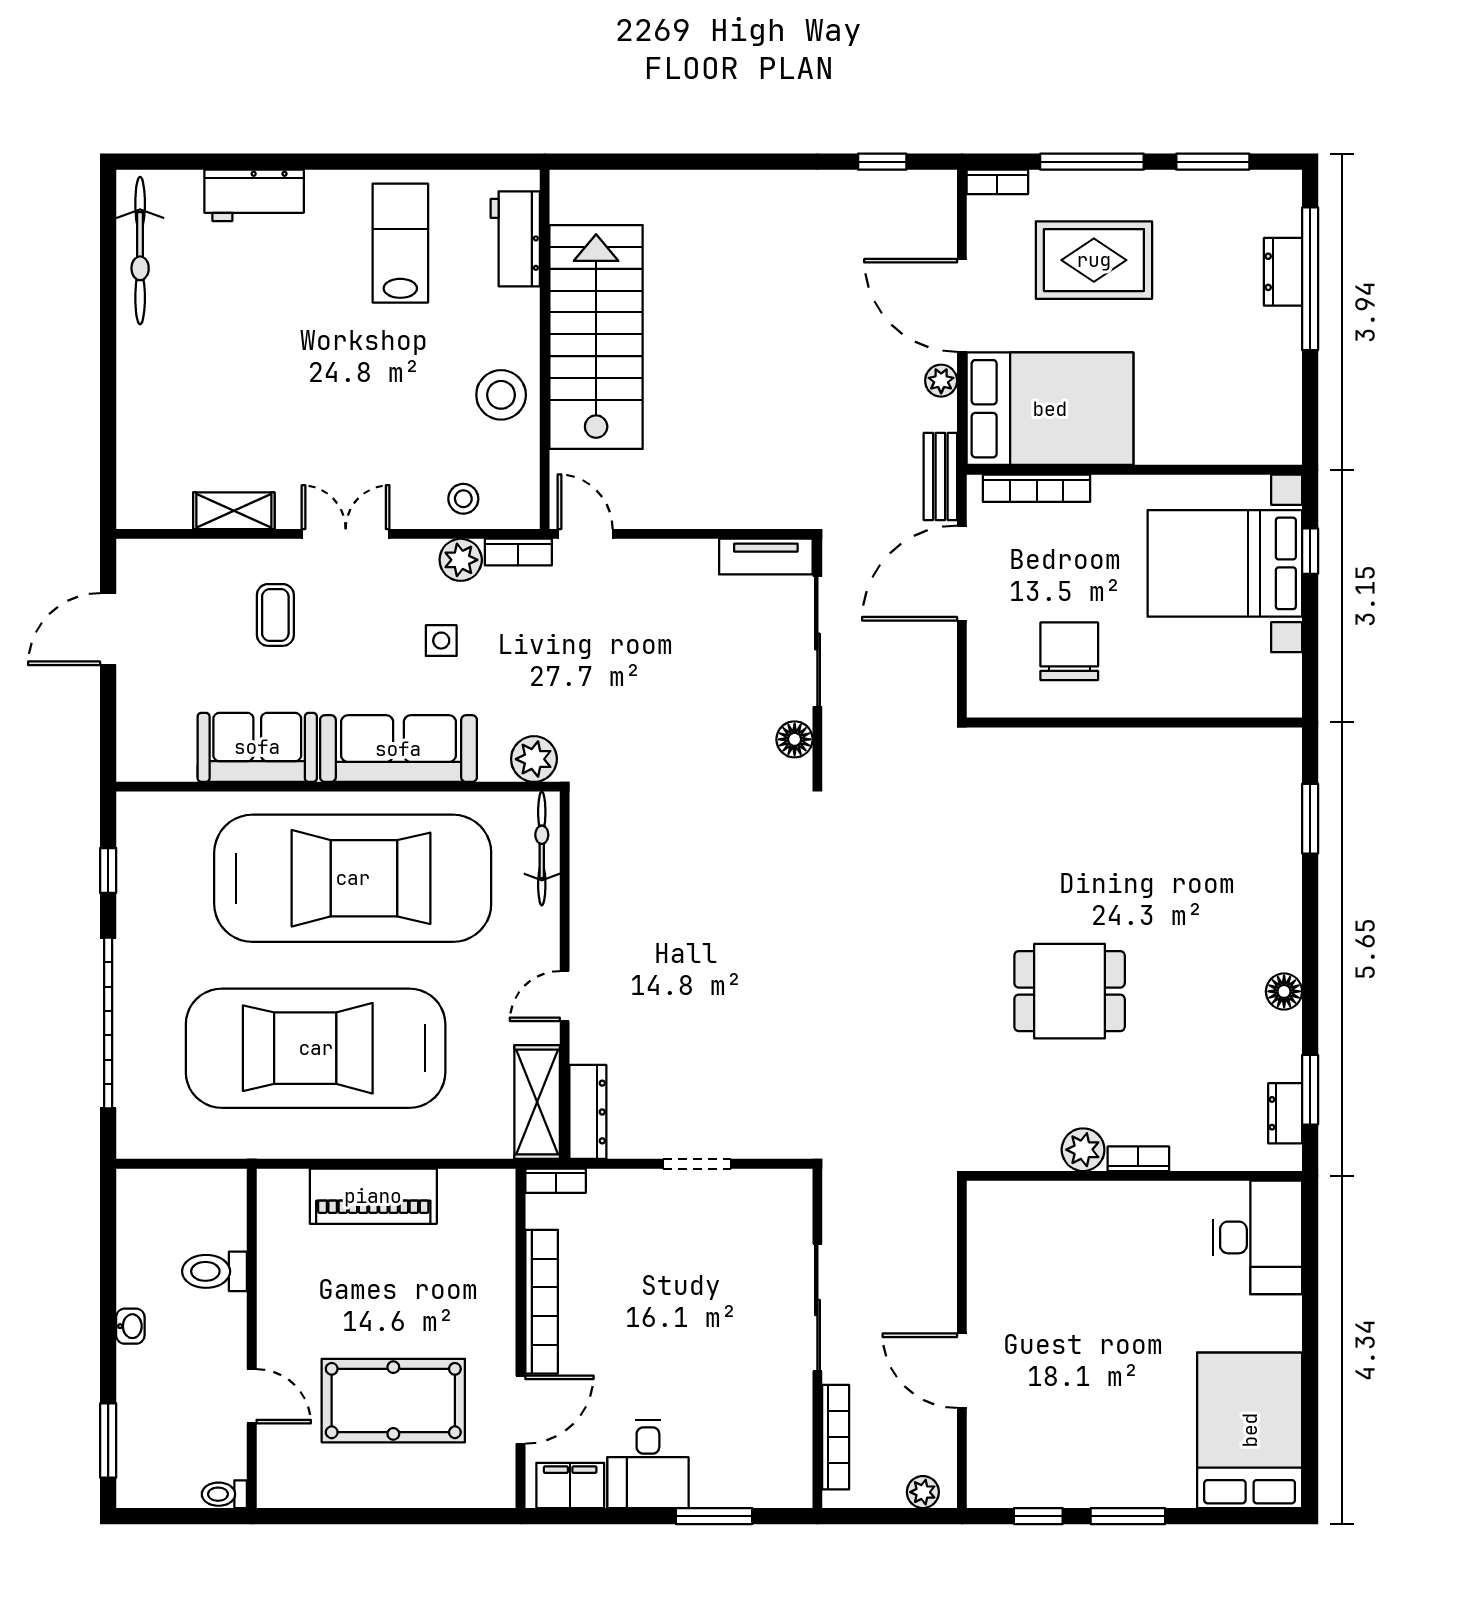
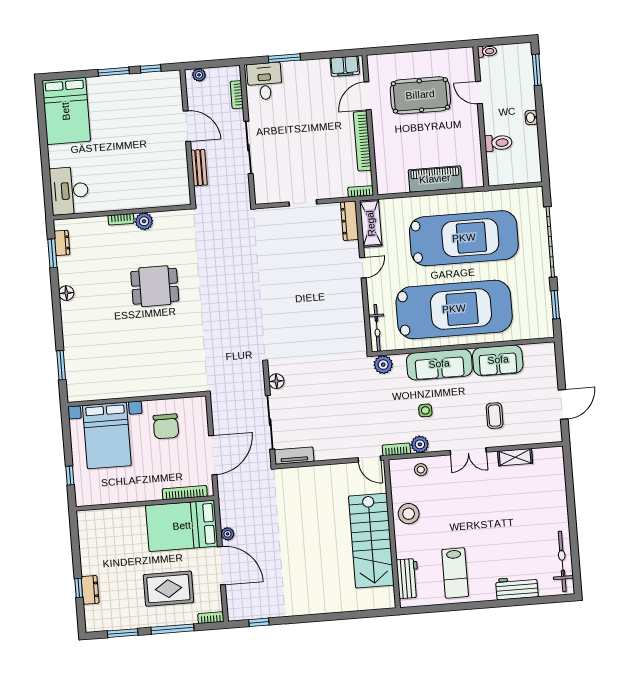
window: (1310, 279) -> (79, 588), width x0.32
bench: (940, 476) -> (199, 168), moved
bed with nightstands: (1225, 563) -> (107, 436), moved, turned 90
window: (108, 871) -> (555, 305), width x1.50
car: (353, 878) -> (454, 309), turned 180
bookcase: (836, 1437) -> (237, 95), width x0.64
desk: (648, 1464) -> (265, 81), moved

